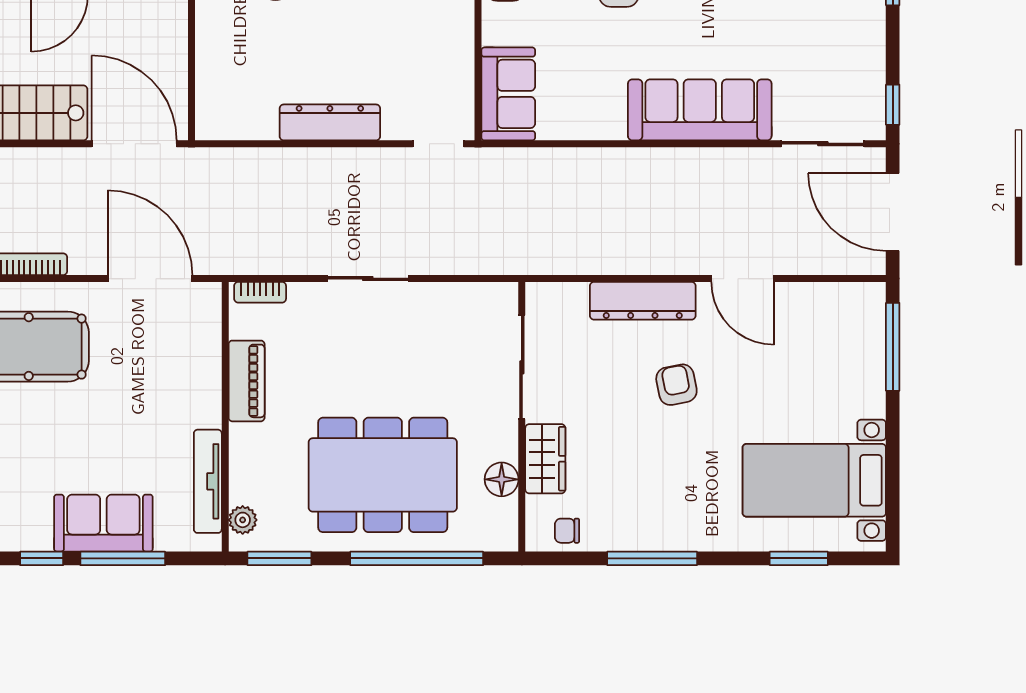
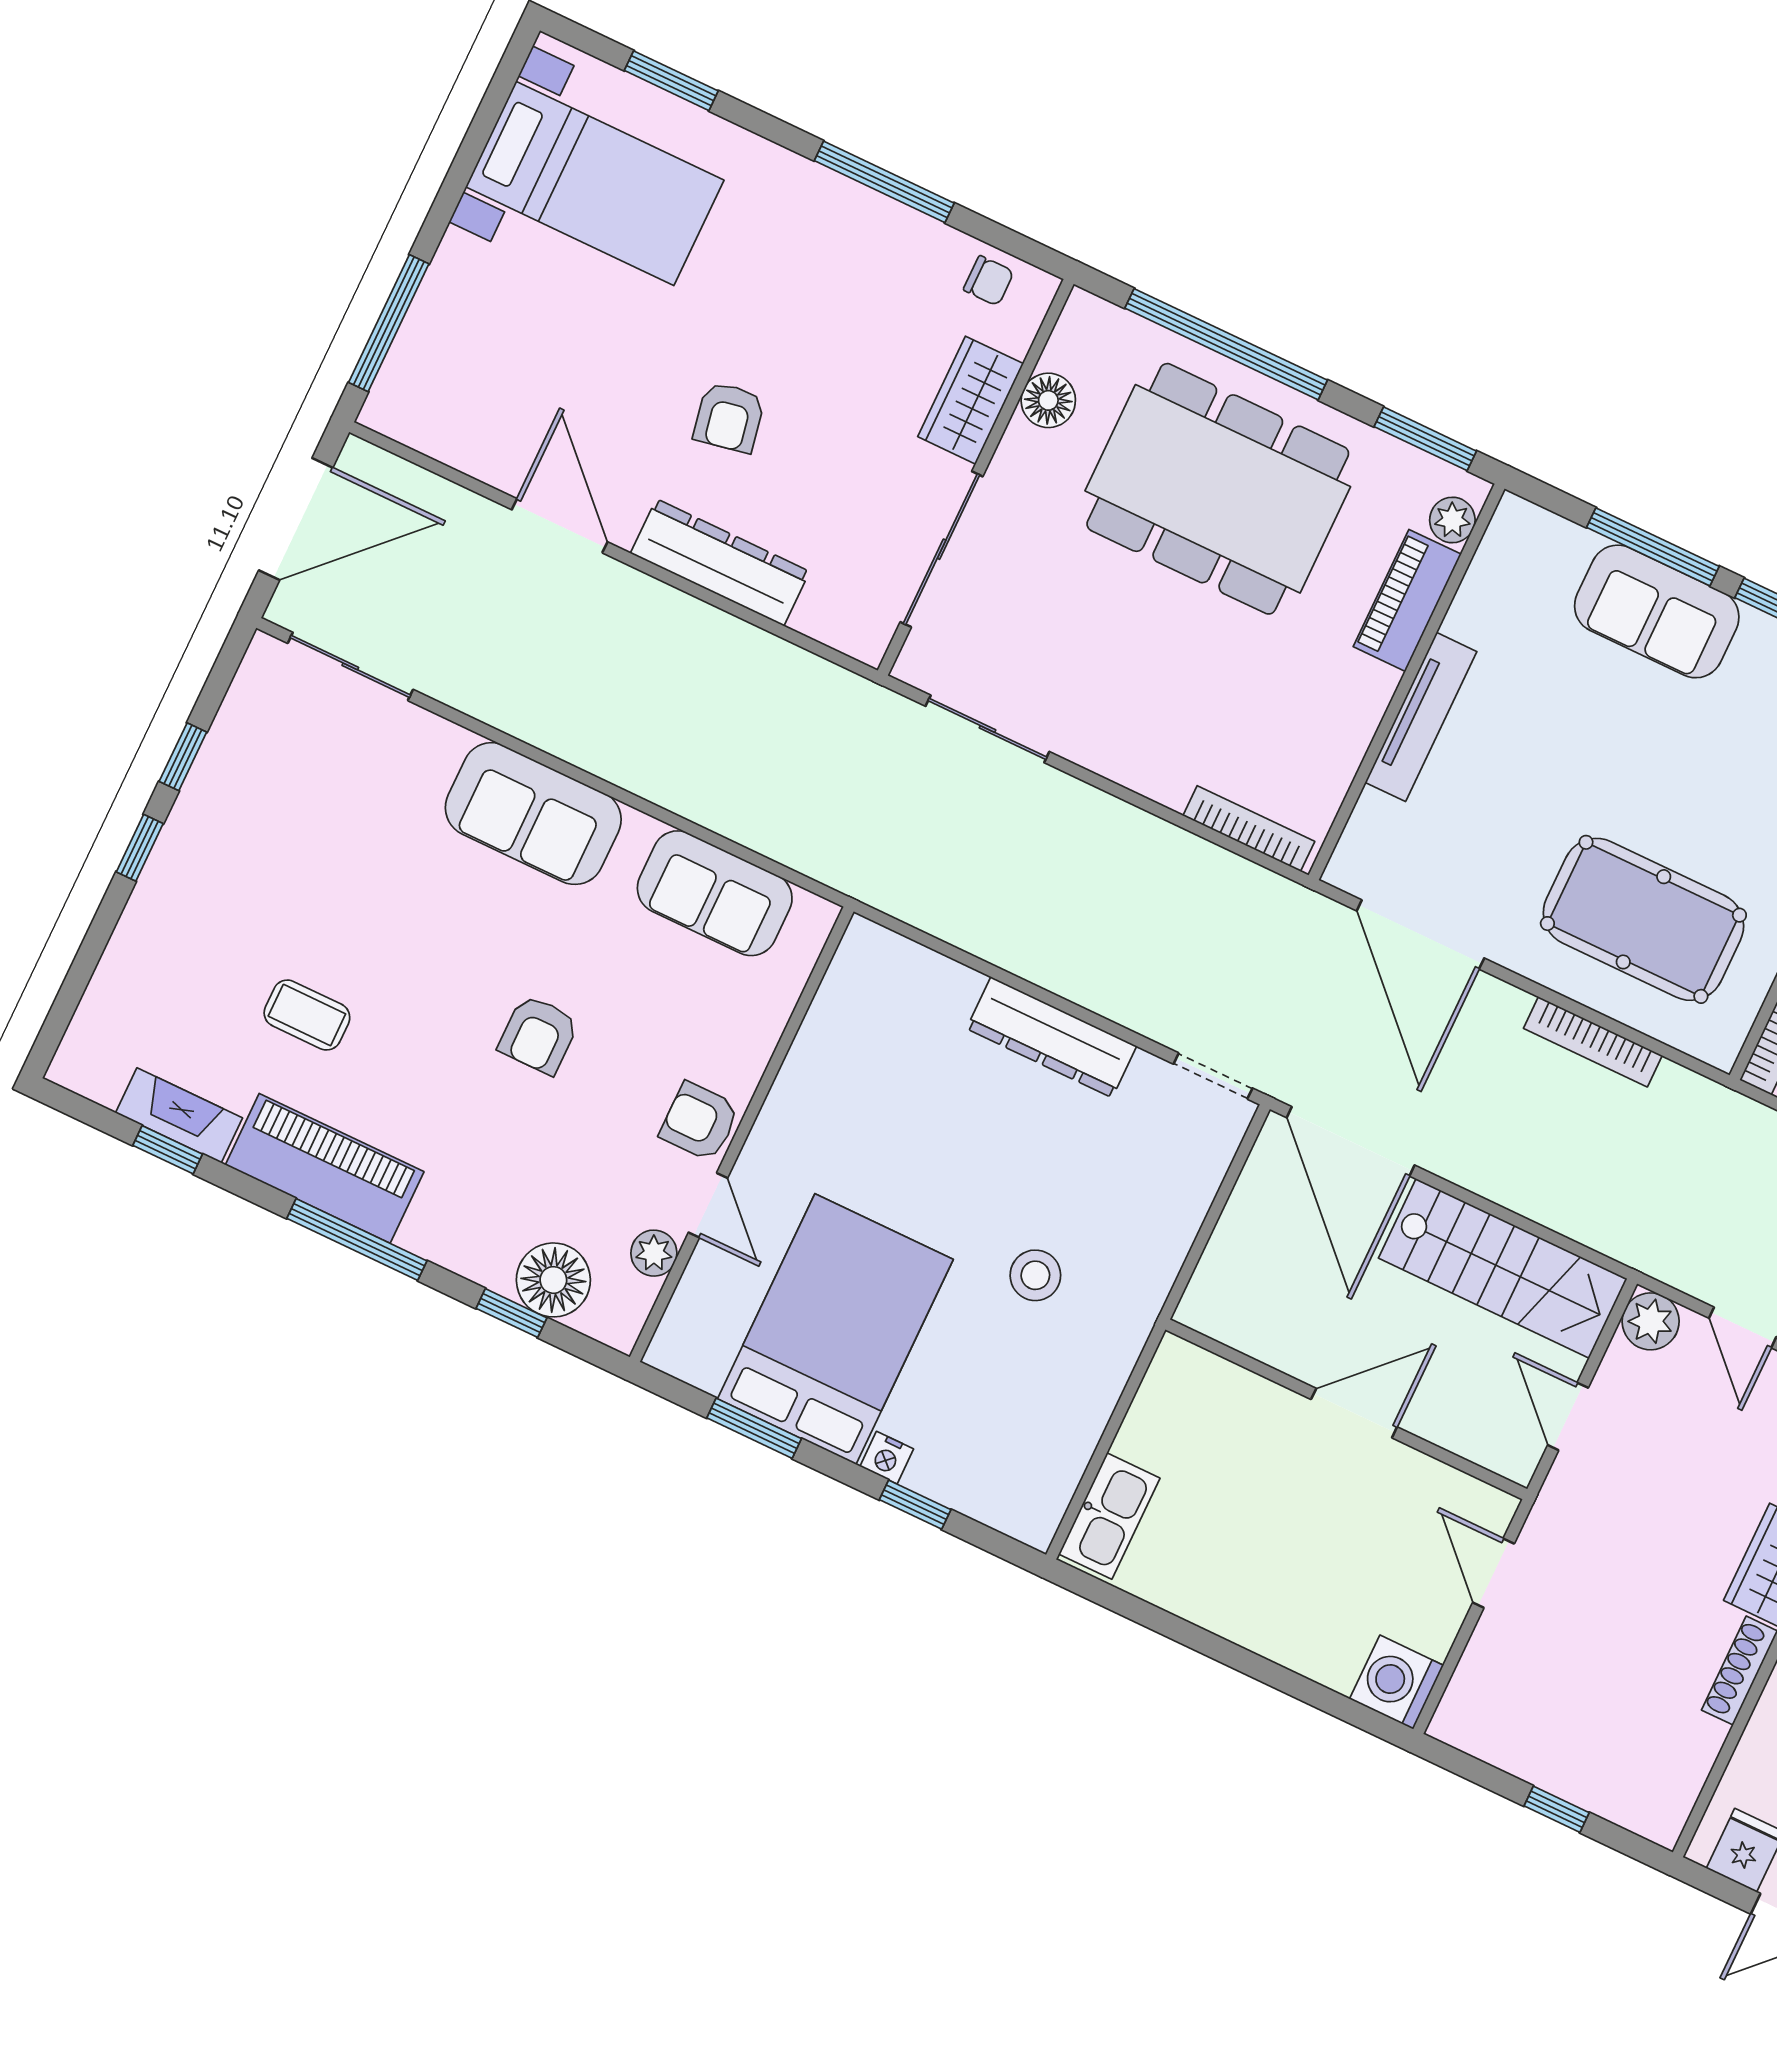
sofa: (508, 94) -> (715, 893), moved, turned -90
window: (893, 105) -> (183, 757), moved
sofa: (700, 110) -> (533, 814), width x0.73
doorway: (438, 144) -> (1213, 1076), moved
door: (893, 212) -> (296, 519), hinge flipped
sliding door: (368, 279) -> (987, 729), moved
bookcase: (260, 292) -> (1249, 829), width x1.56
piano: (247, 381) -> (1407, 600), moved
tv unit: (208, 481) -> (1421, 717), moved

